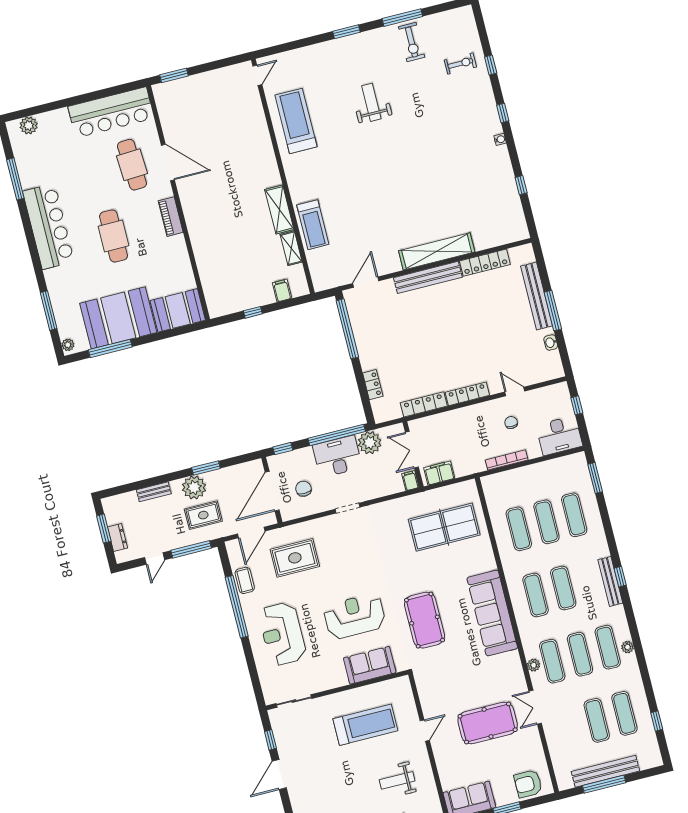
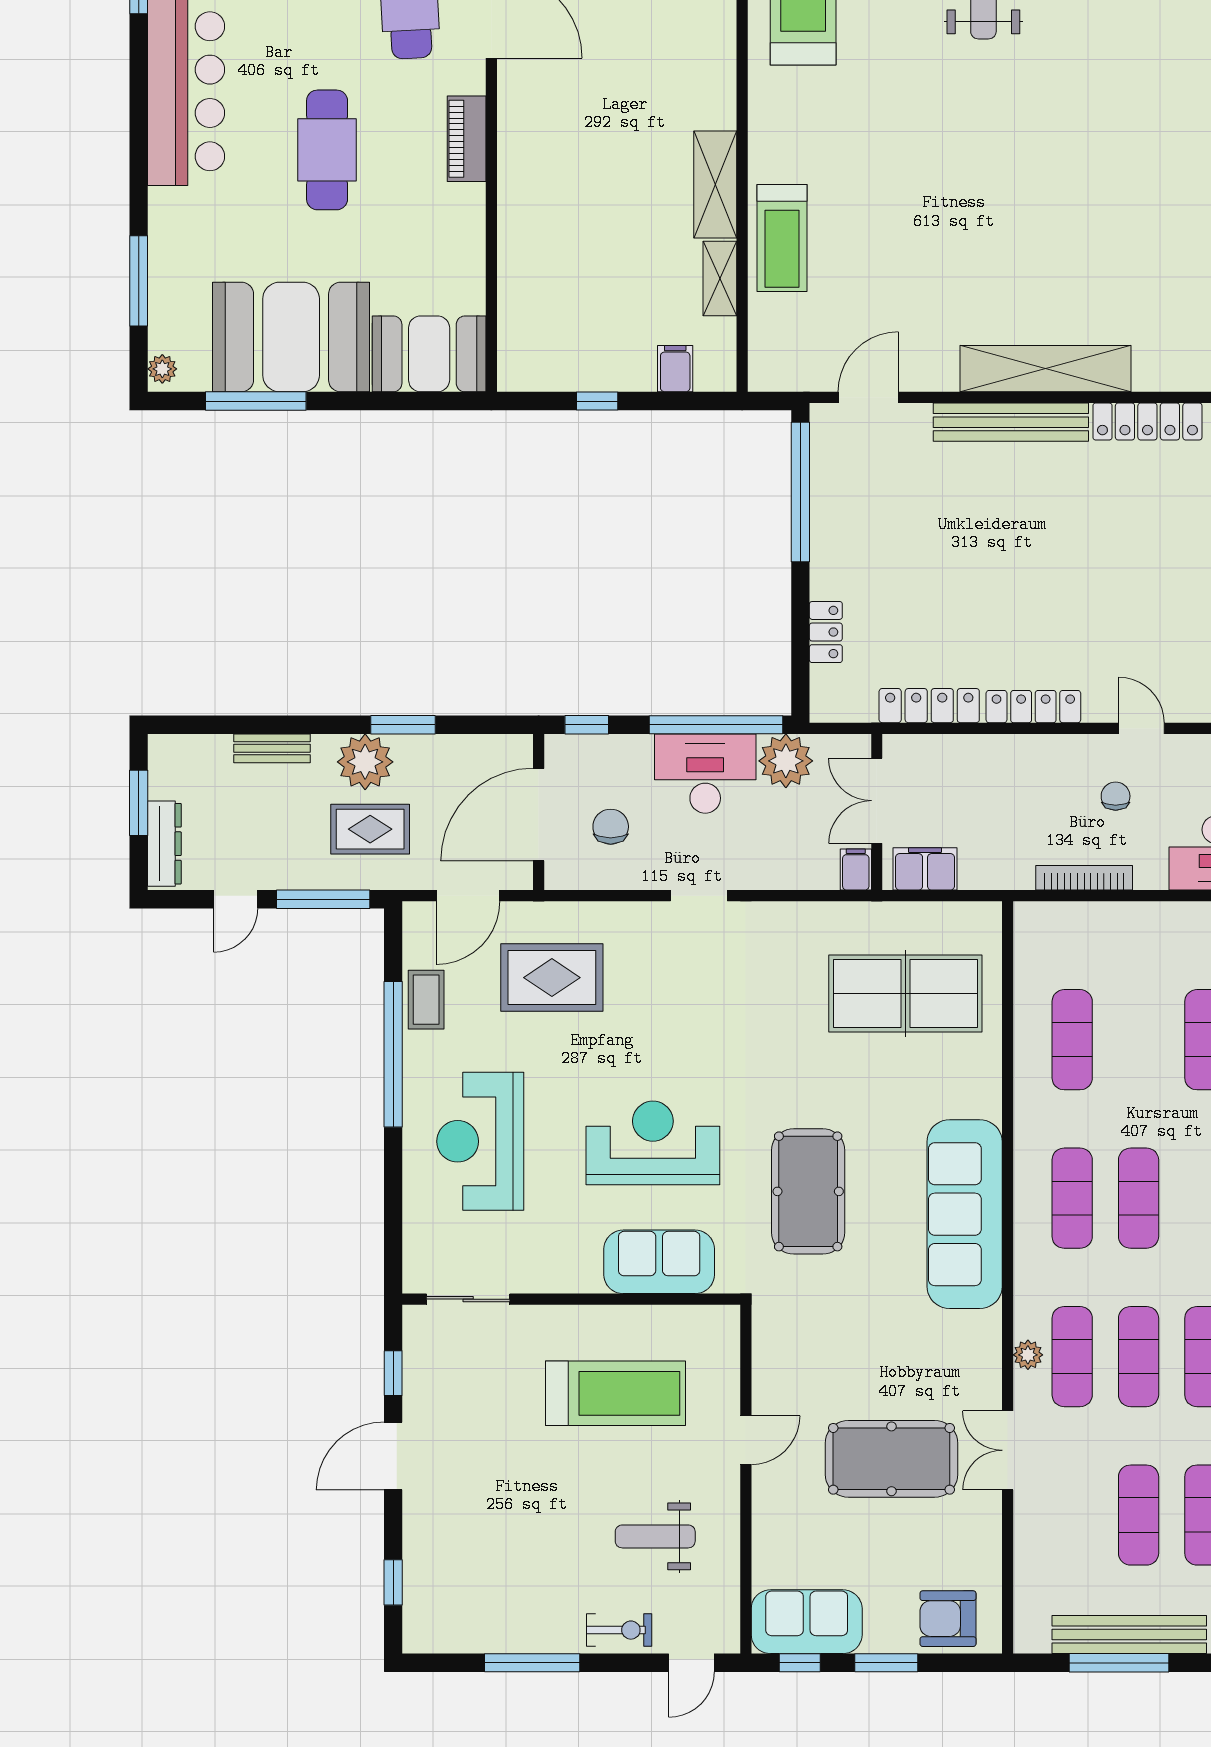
exercise mat: (546, 522) -> (1139, 1040), removed
dresser: (118, 537) -> (164, 844), width x1.44

